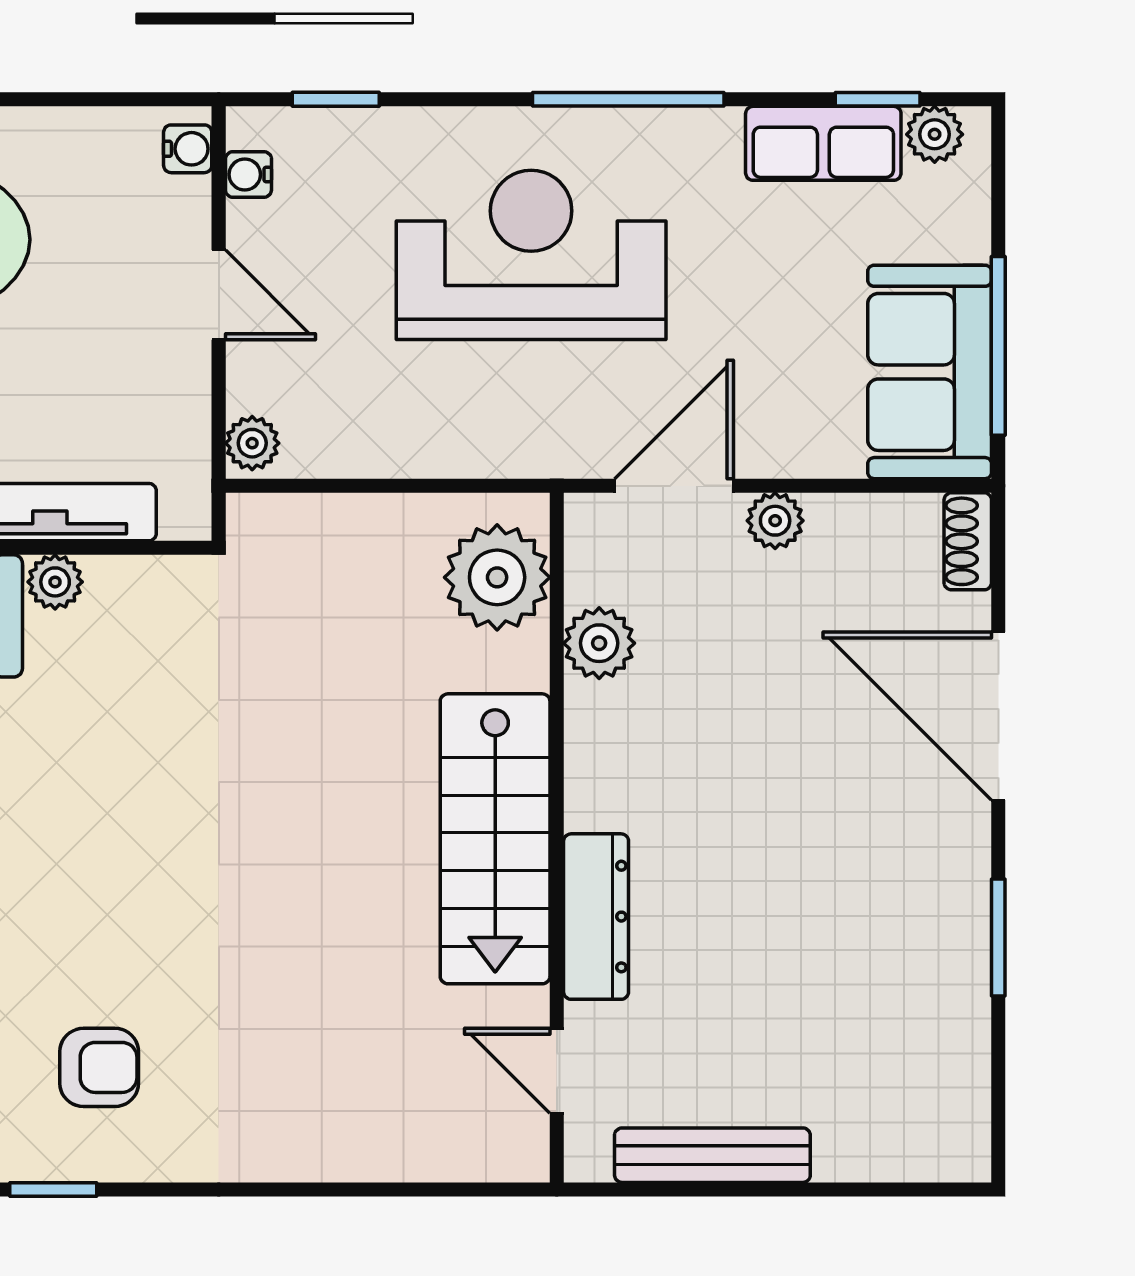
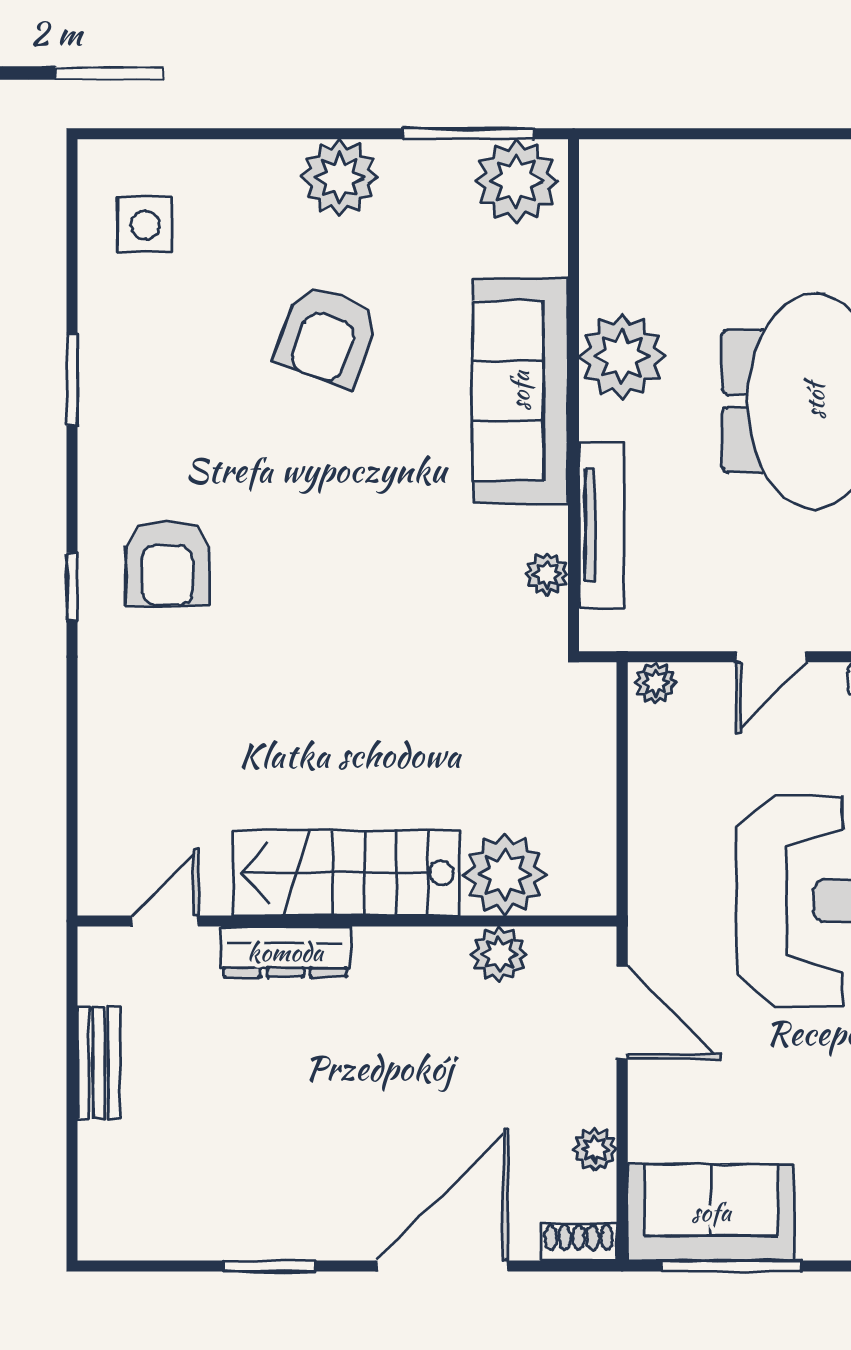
plant: (775, 521) -> (595, 1149), moved
plant: (497, 577) -> (505, 874), moved
plant: (55, 582) -> (547, 574), moved
armchair: (99, 1067) -> (168, 563), width x1.38, depth x1.38
bench: (712, 1155) -> (99, 1063), width x0.73
window: (53, 1189) -> (72, 587), moved

